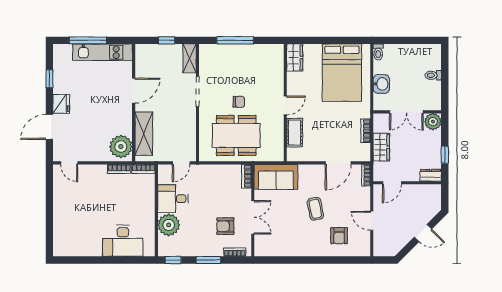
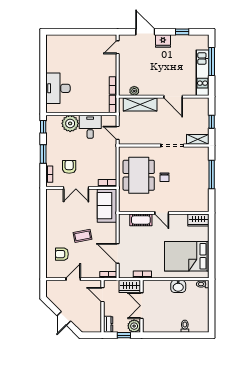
double door: (406, 112) -> (142, 306), moved
wall: (407, 112) -> (142, 306), moved
plant: (433, 122) -> (134, 326), moved
plant: (121, 147) -> (134, 91), width x0.53, depth x0.53

